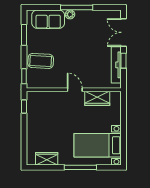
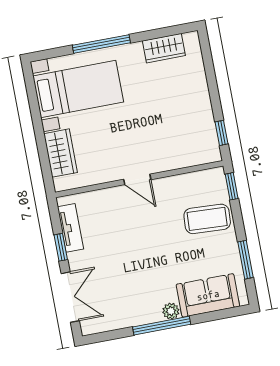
tv unit: (116, 65) -> (70, 228), width x0.71
wardrobe: (97, 98) -> (60, 153), moved, turned 90

